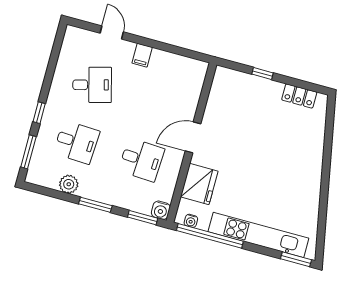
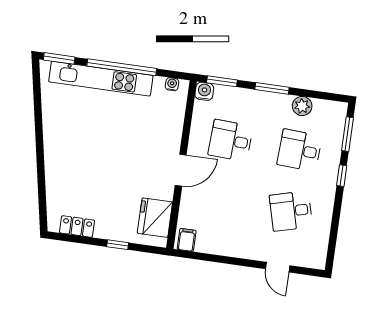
filing cabinet: (142, 55) -> (187, 240), moved
fridge: (199, 184) -> (155, 218), moved
window: (210, 236) -> (122, 67), moved

